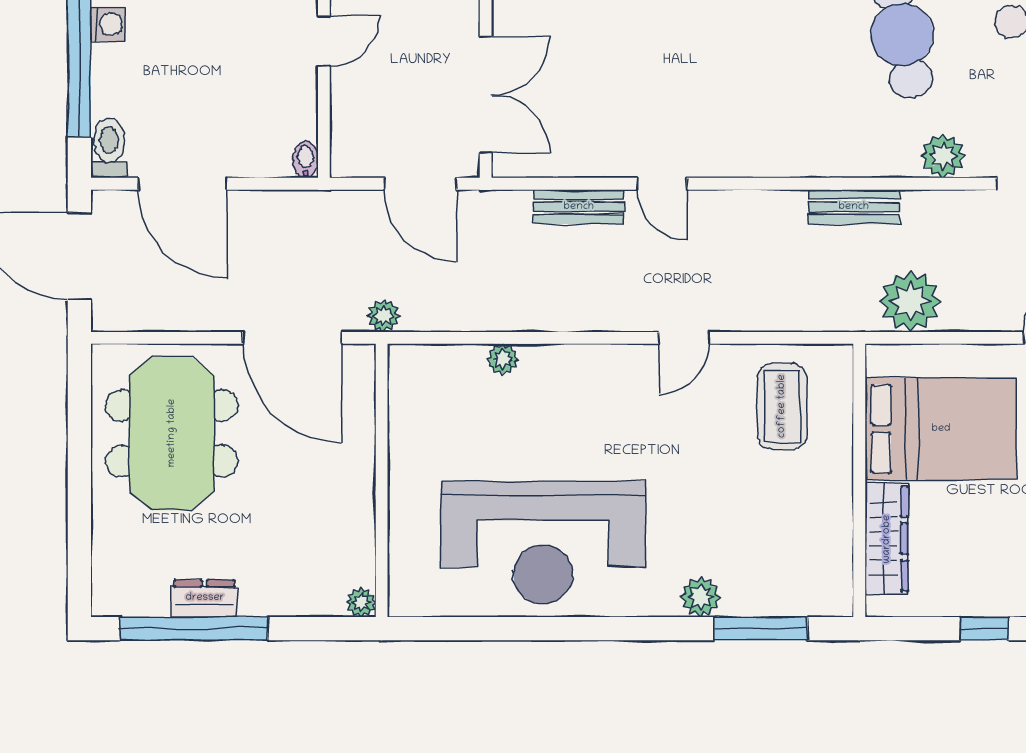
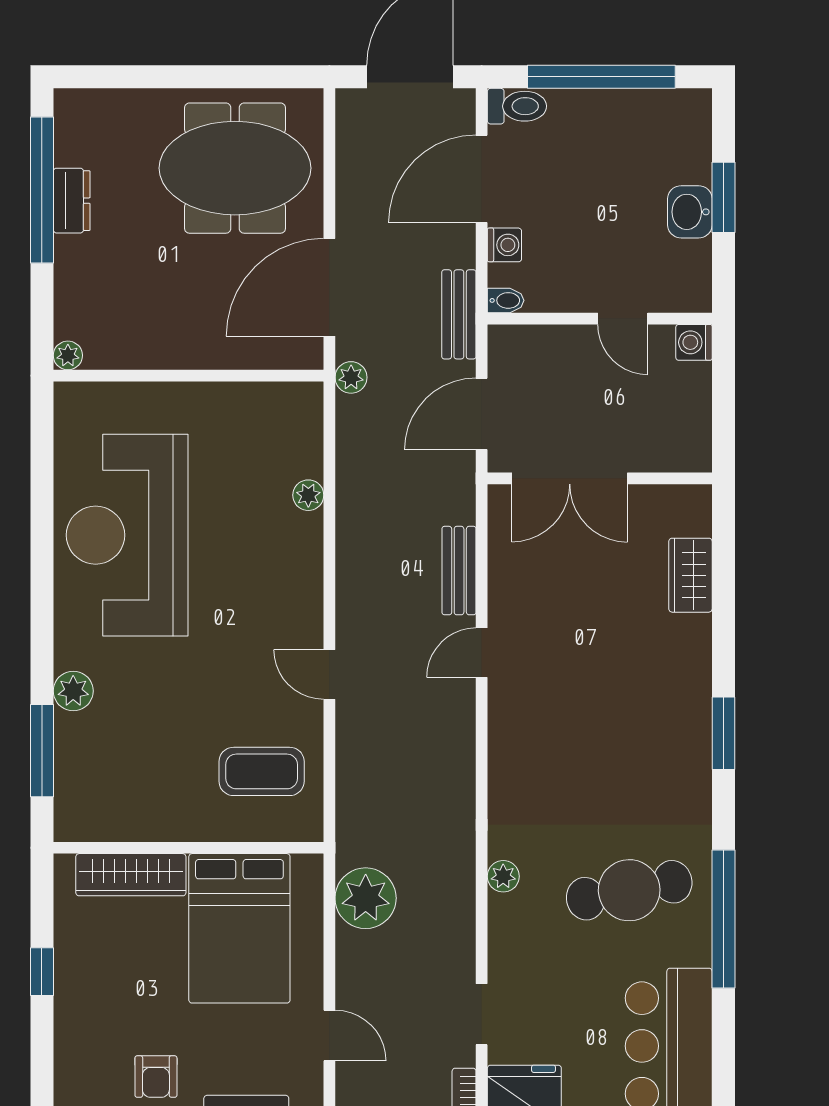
washing machine: (108, 24) -> (504, 245), moved, turned -90
plant: (943, 156) -> (503, 876), moved, width x0.73, depth x0.73
bench: (854, 207) -> (459, 314), moved

